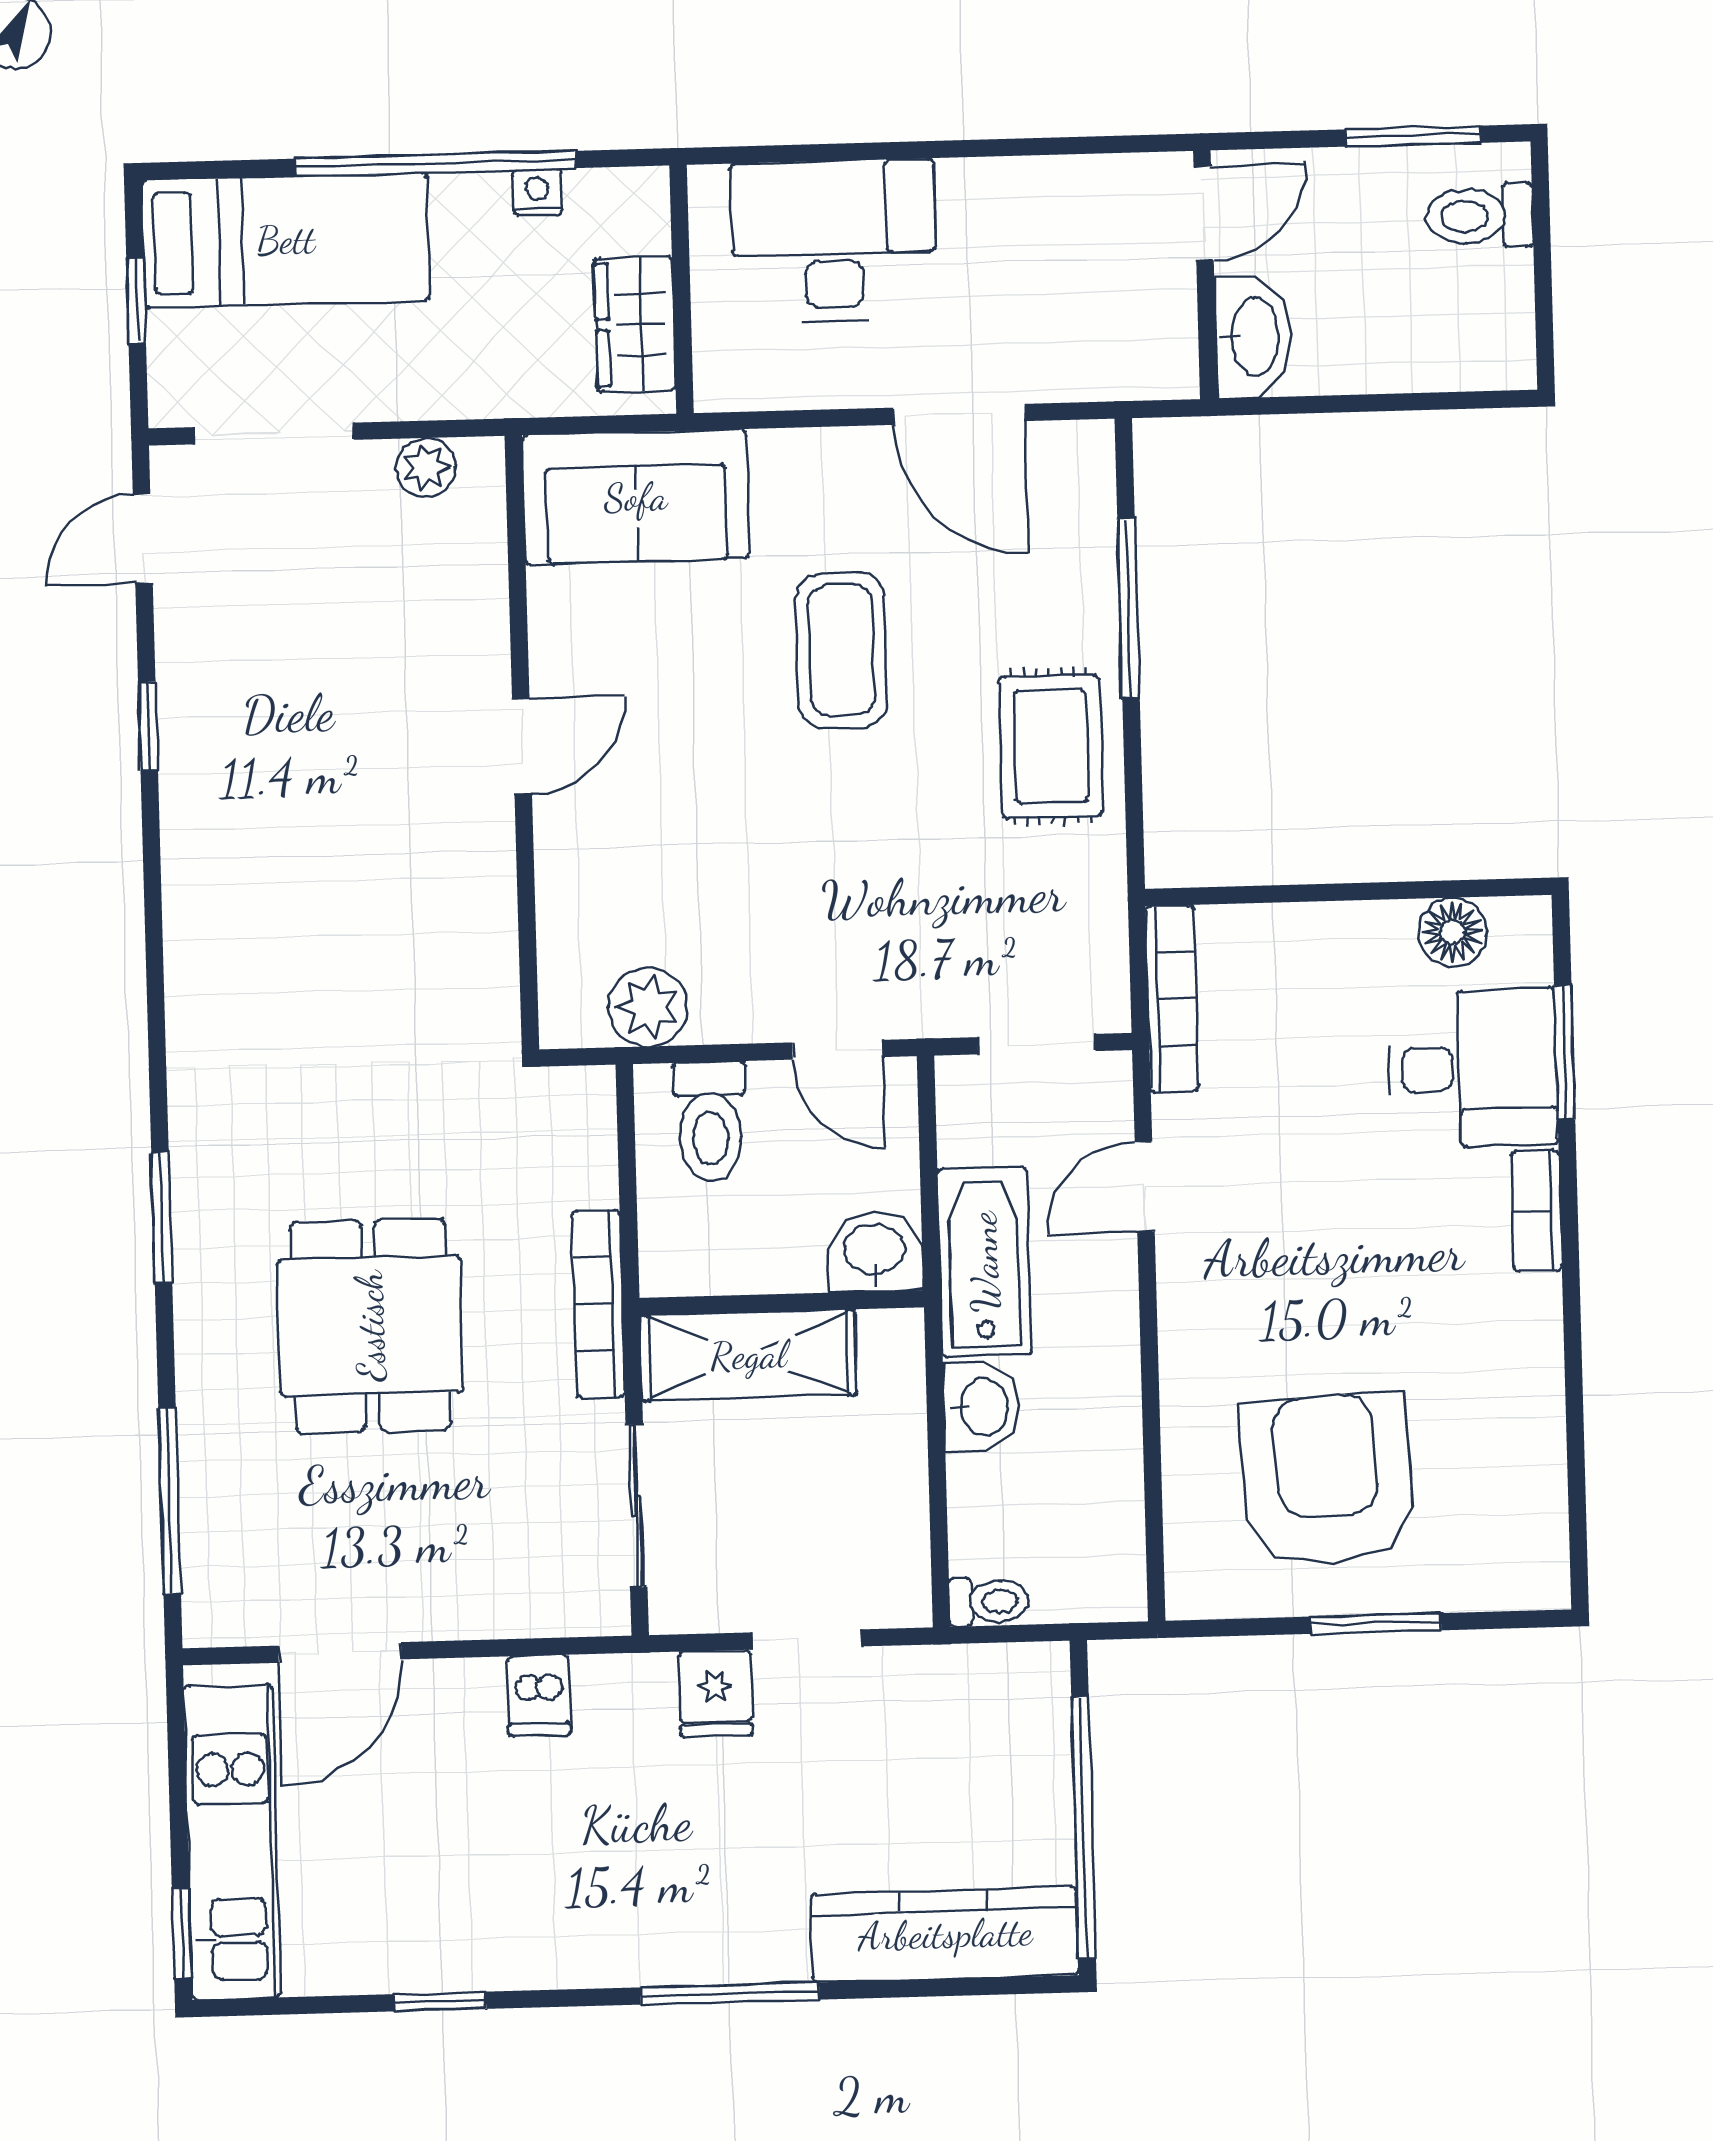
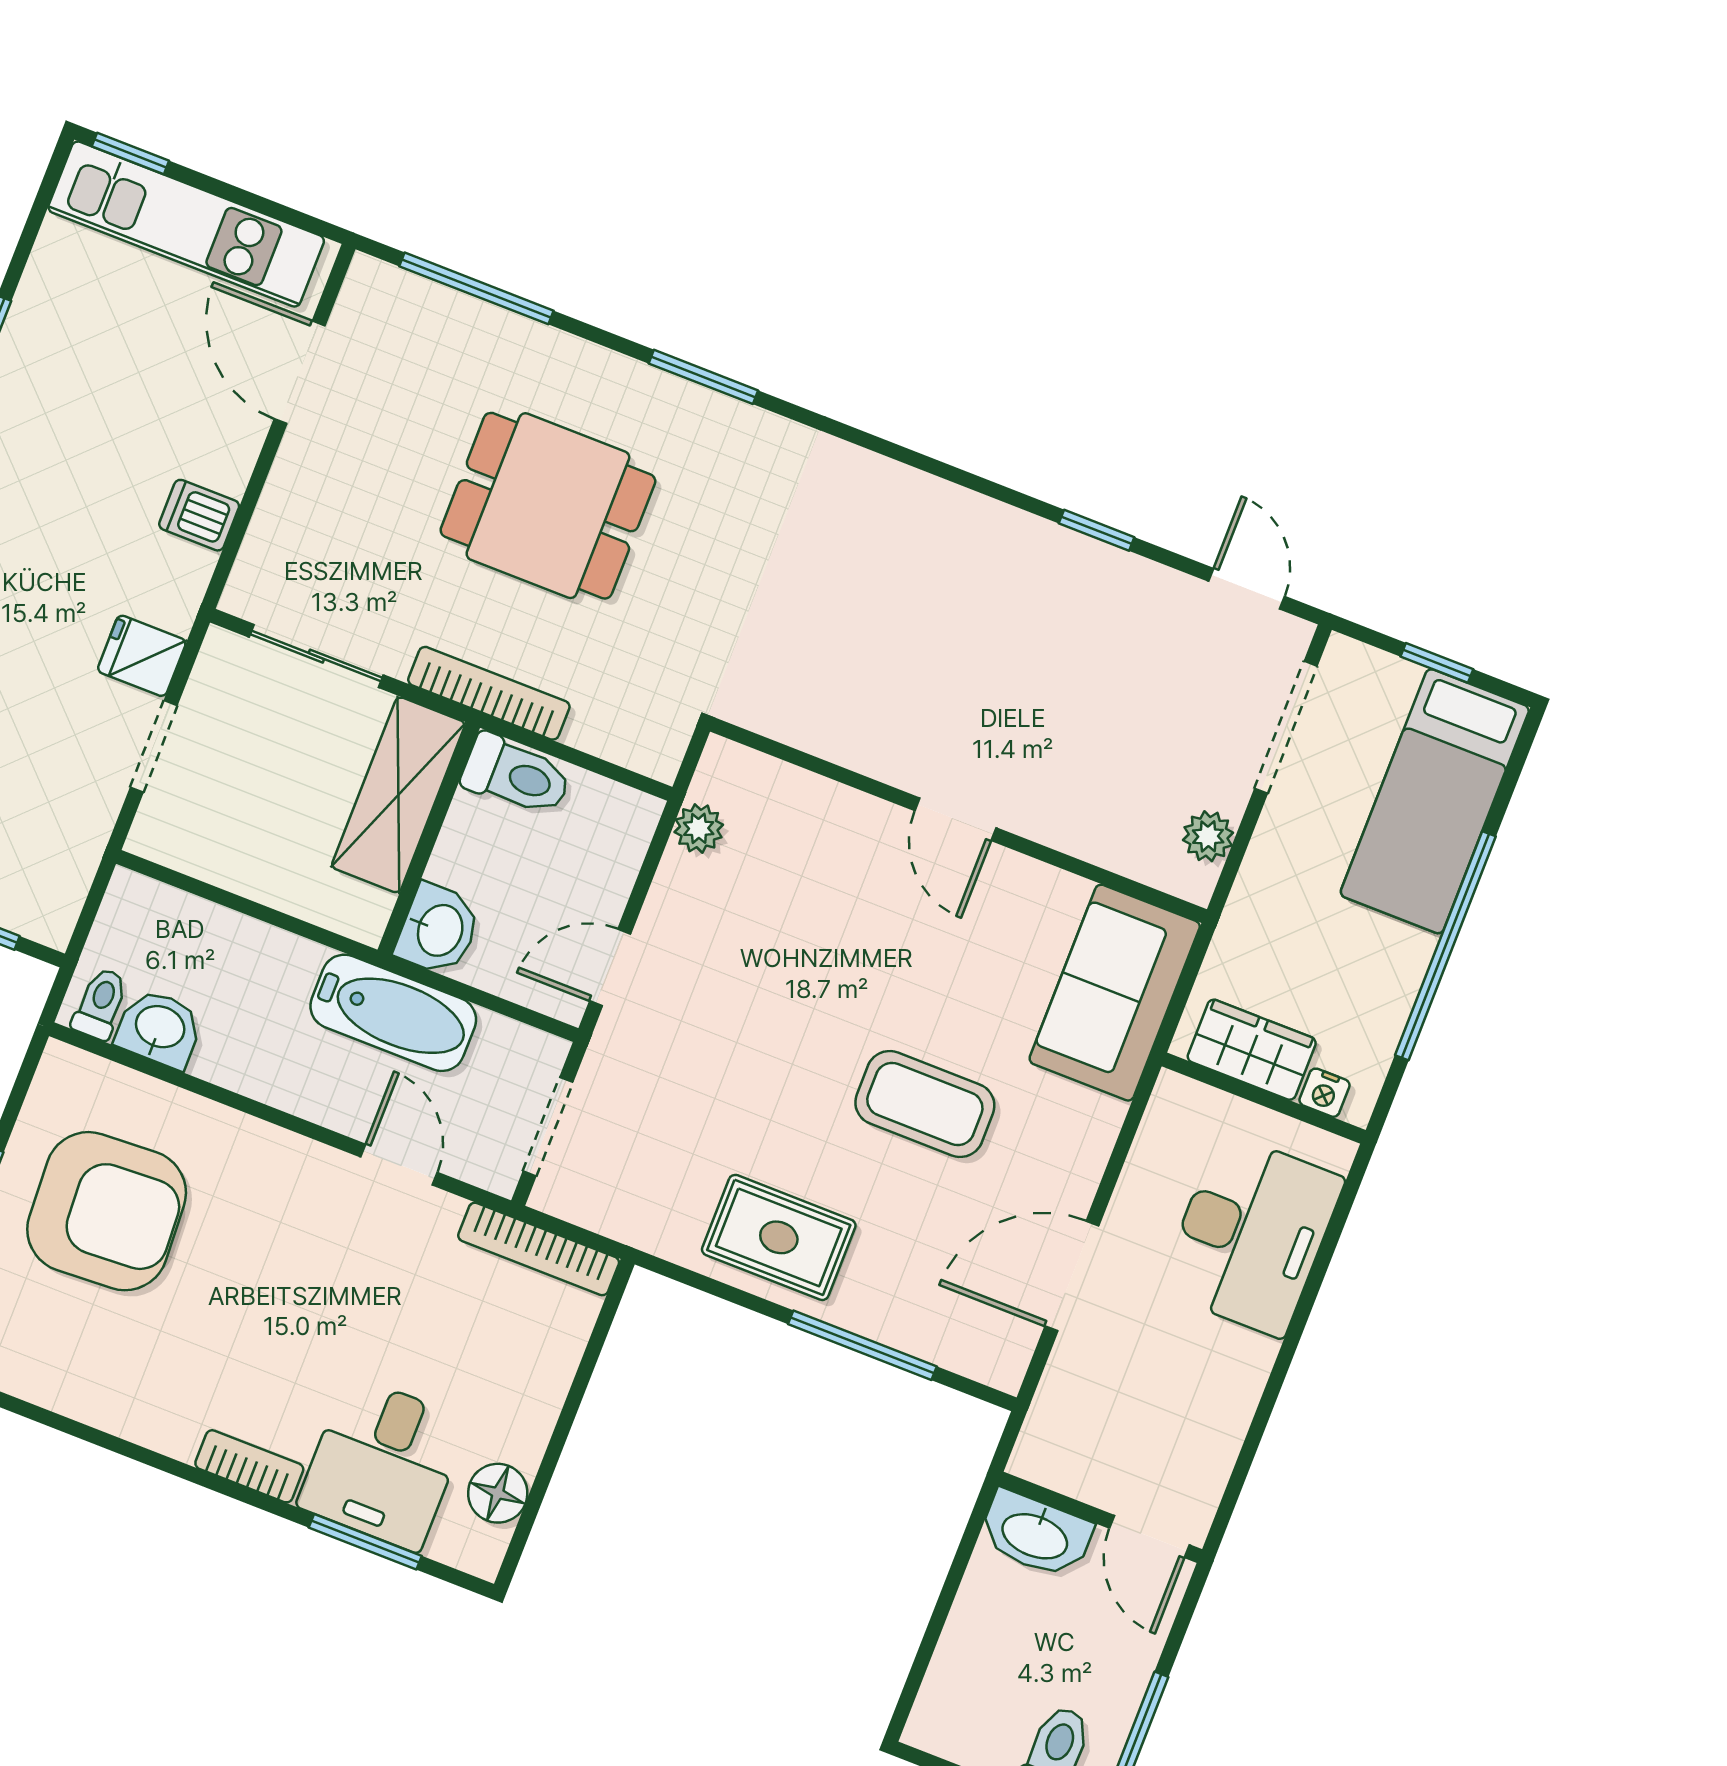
nightstand: (537, 192) -> (1325, 1093), moved, turned 90
plant: (648, 1007) -> (699, 828), width x0.73, depth x0.73
toilet: (710, 1122) -> (516, 775), moved, turned 180
washbasin: (982, 1407) -> (159, 1028), moved, turned 180
toilet: (989, 1601) -> (100, 1004), moved, turned 180

